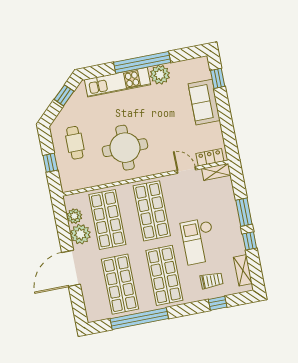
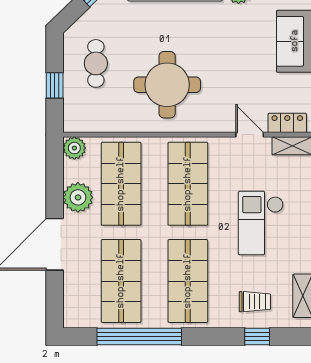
plant: (74, 216) -> (74, 148), moved
checkout: (199, 241) -> (261, 223), moved

